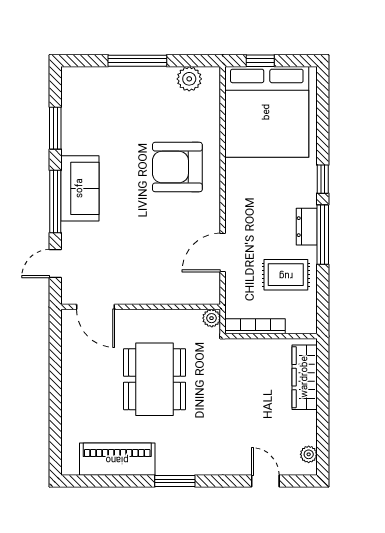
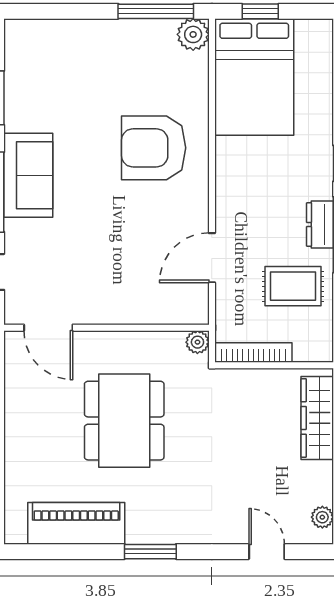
window: (137, 61) -> (156, 11), moved
plant: (189, 79) -> (193, 34), moved
bed: (267, 112) -> (254, 77), width x0.73

